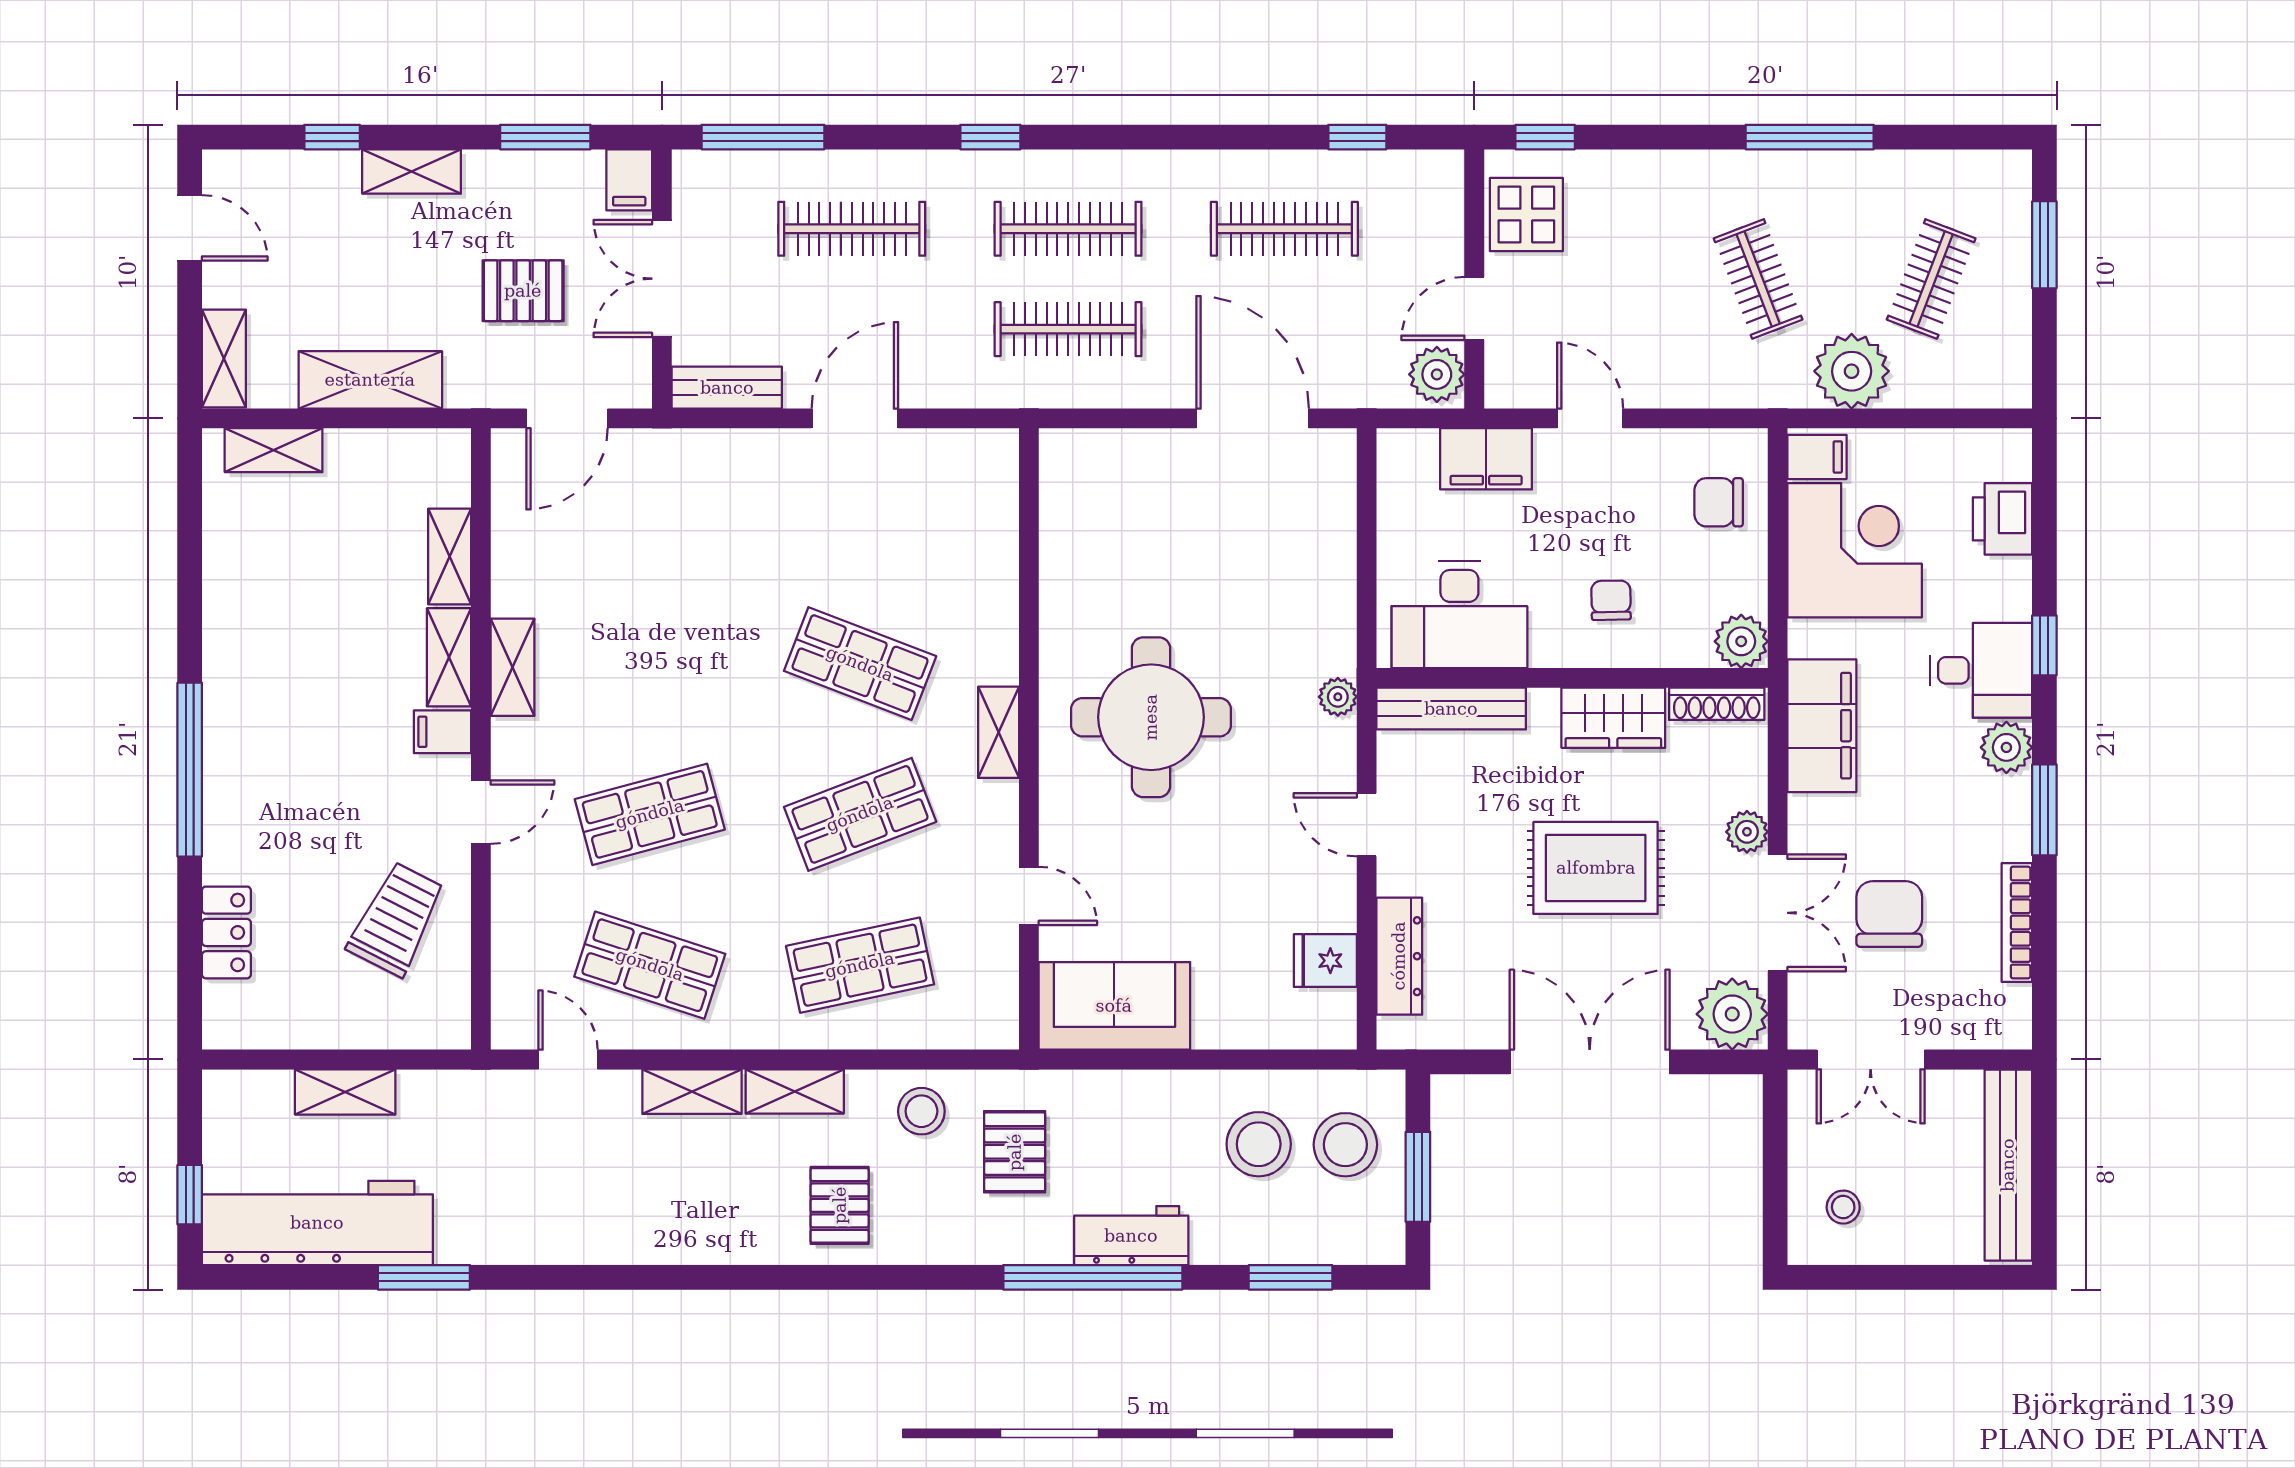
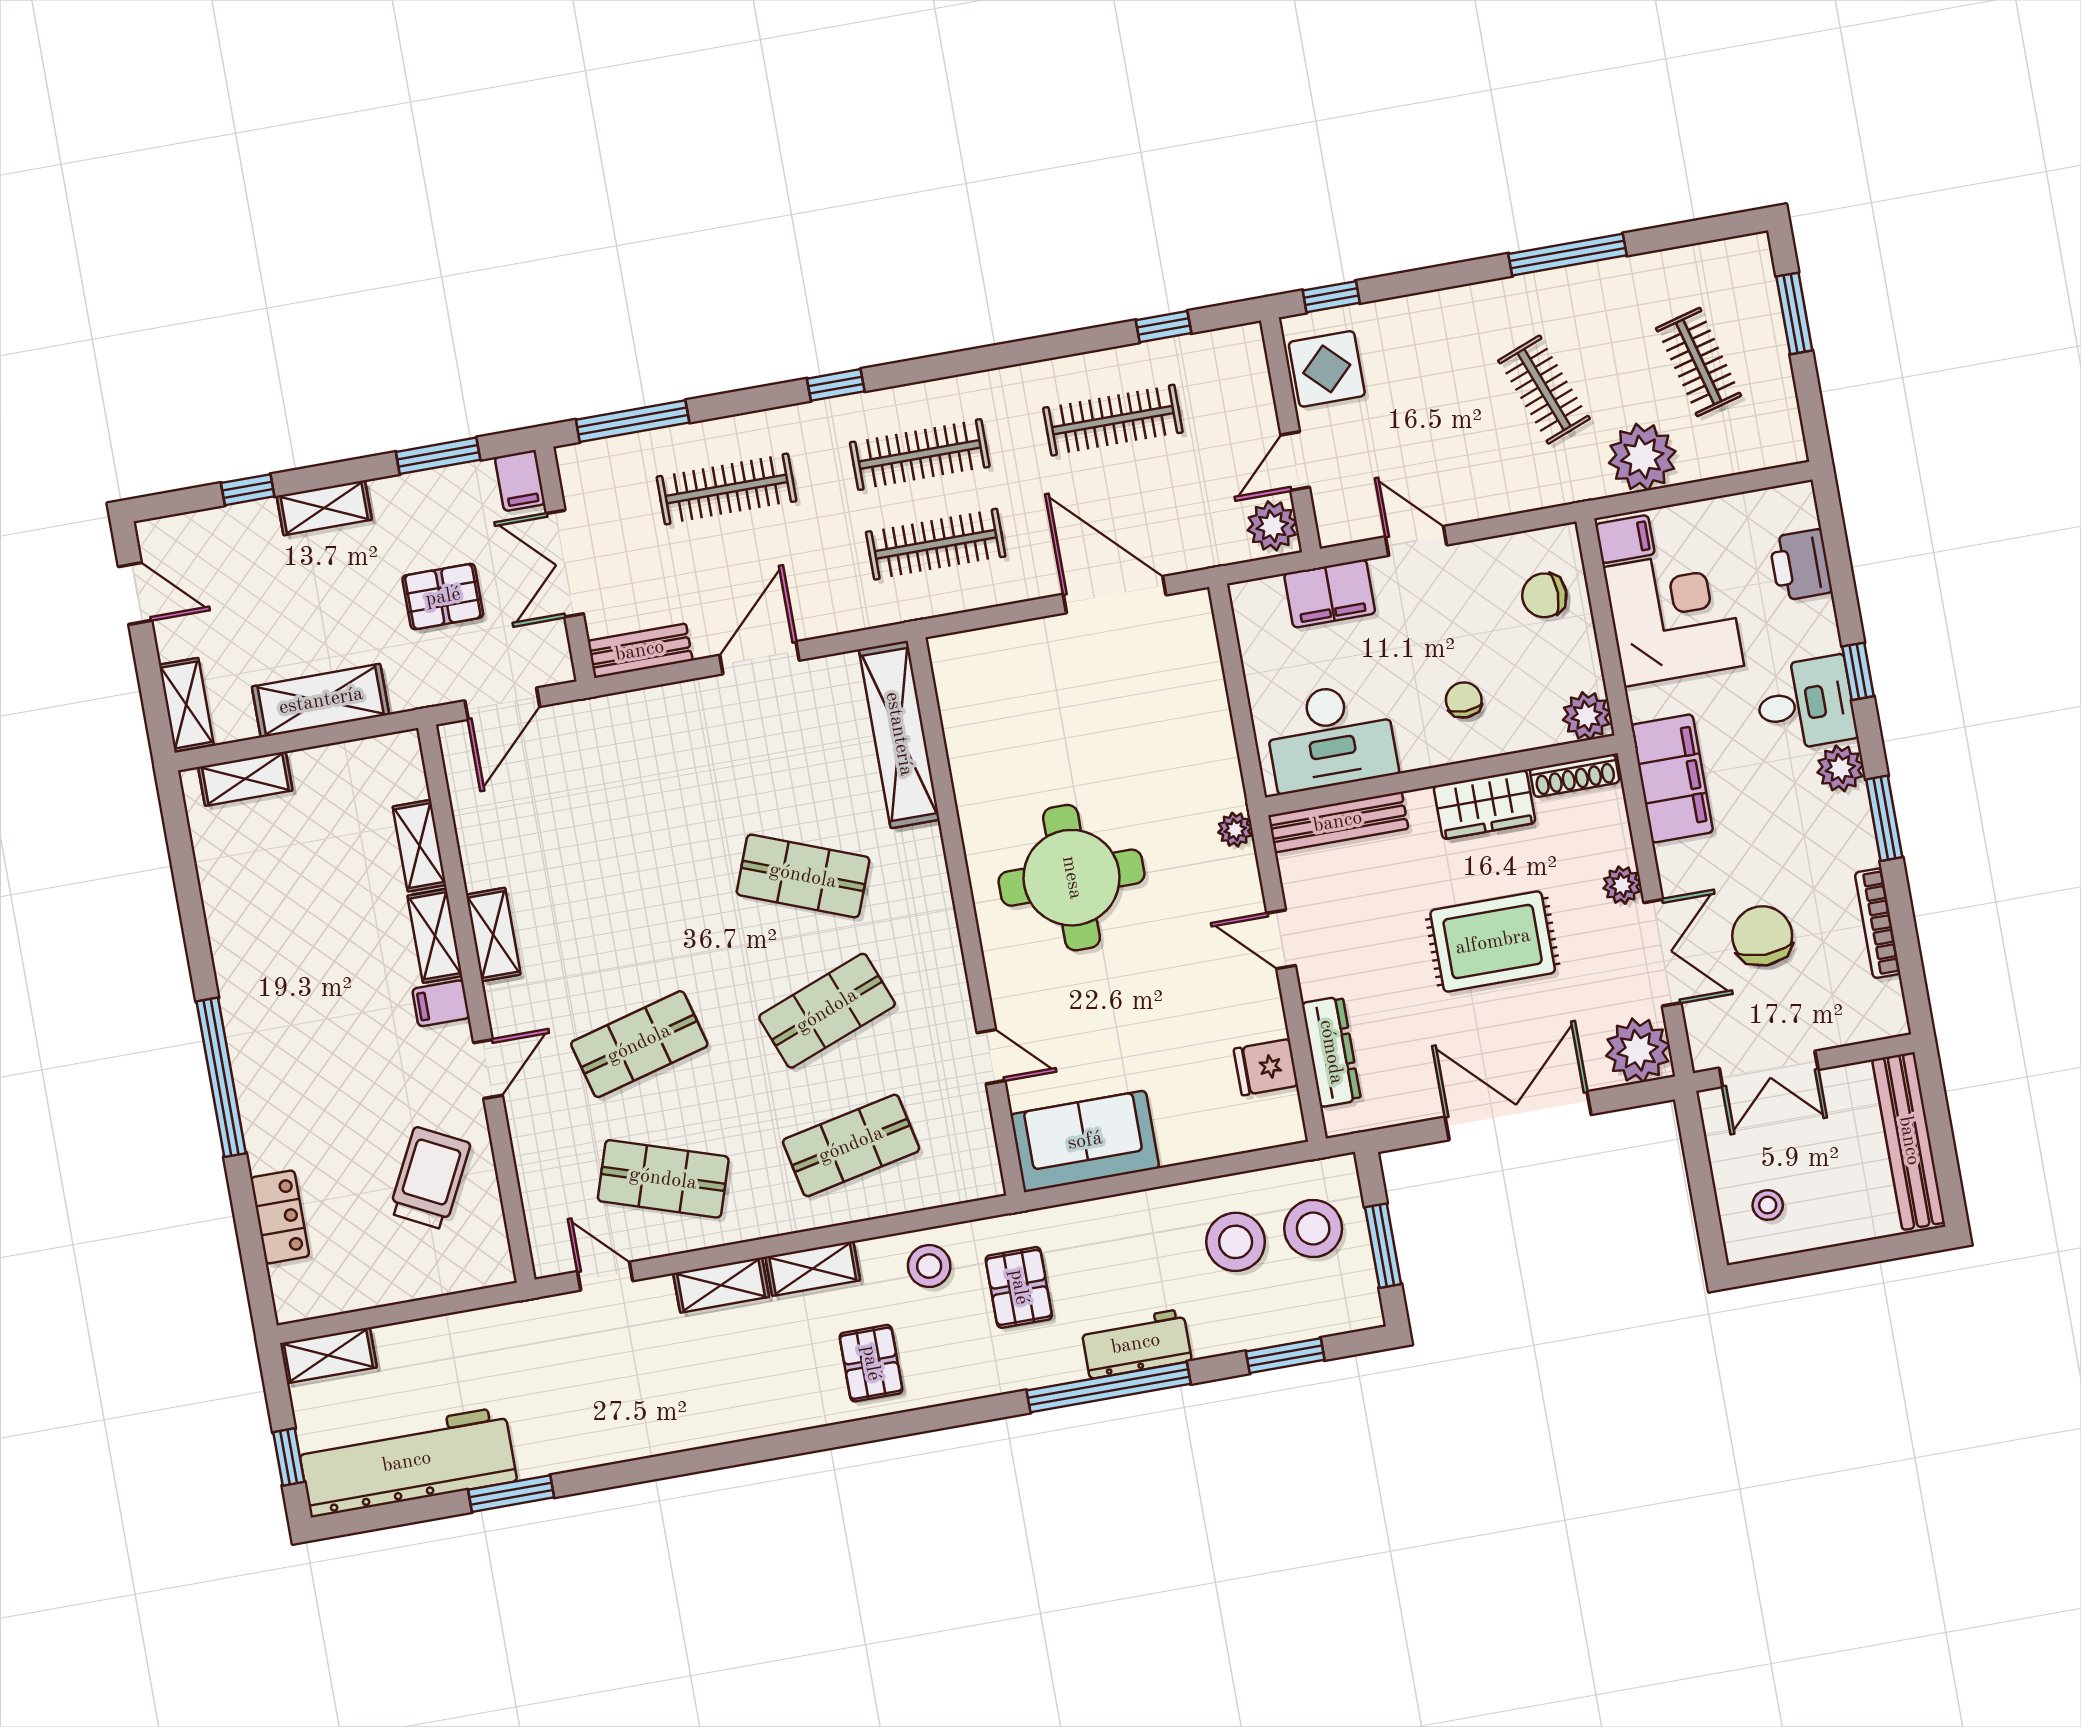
clothes rail: (1931, 279) -> (1699, 362), turned -36
shelving: (999, 732) -> (899, 734), moved, width x2.20, depth x1.33
shelving: (345, 1092) -> (328, 1355), moved

